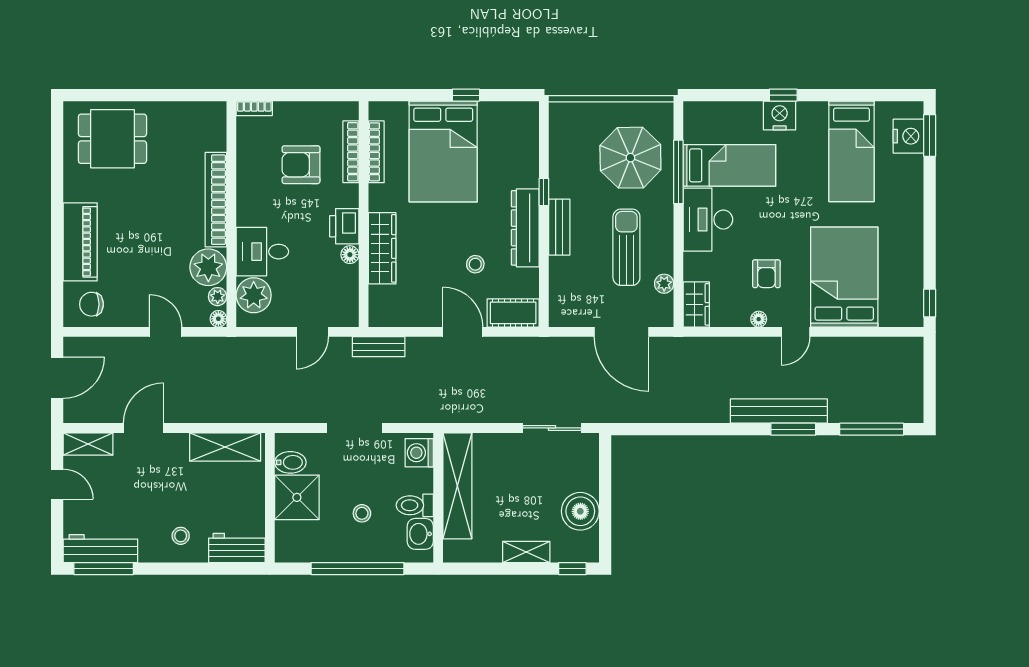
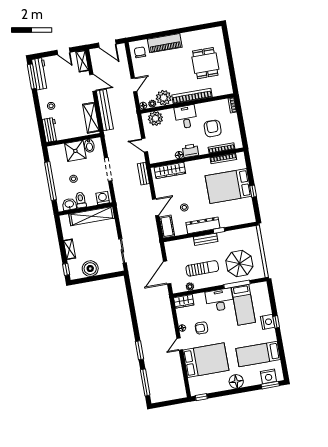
dining table: (112, 139) -> (205, 63), moved
floor lamp: (907, 214) -> (236, 381), added
wardrobe: (382, 248) -> (170, 170), moved
desk: (262, 252) -> (186, 117), moved
door: (796, 332) -> (180, 344), hinge flipped
bench: (779, 411) -> (105, 110), moved
door: (57, 484) -> (63, 51), hinge flipped

